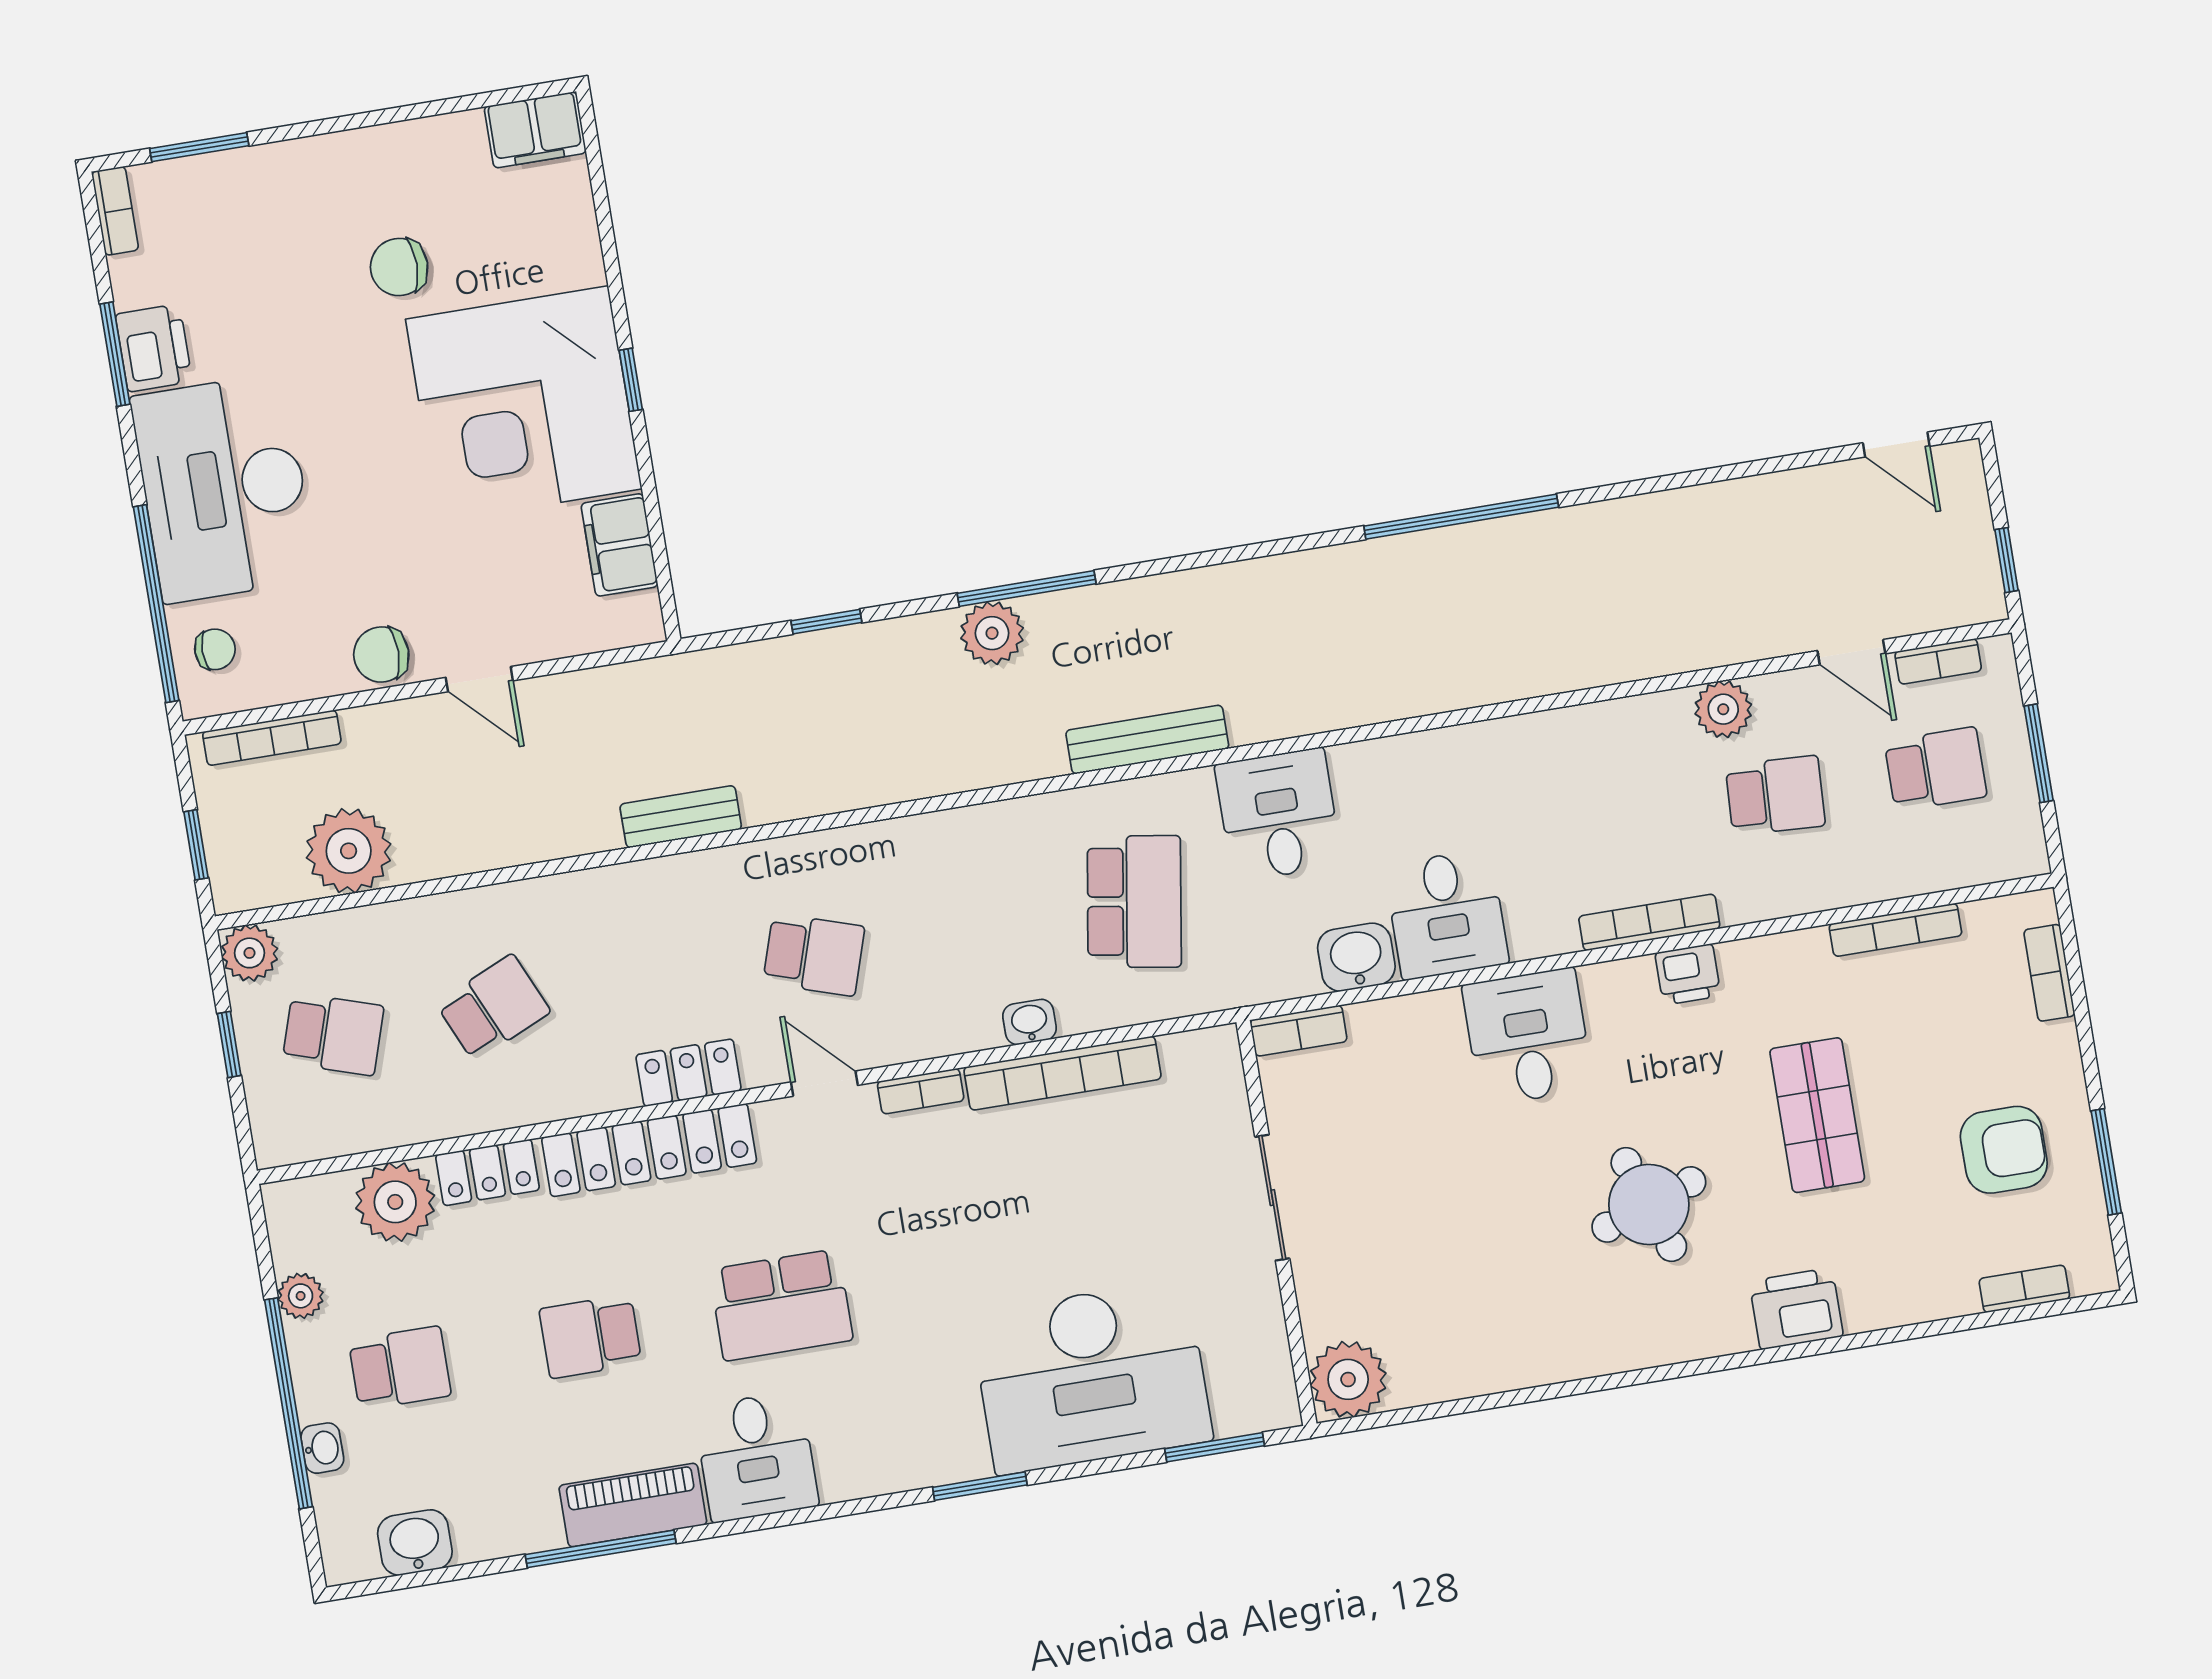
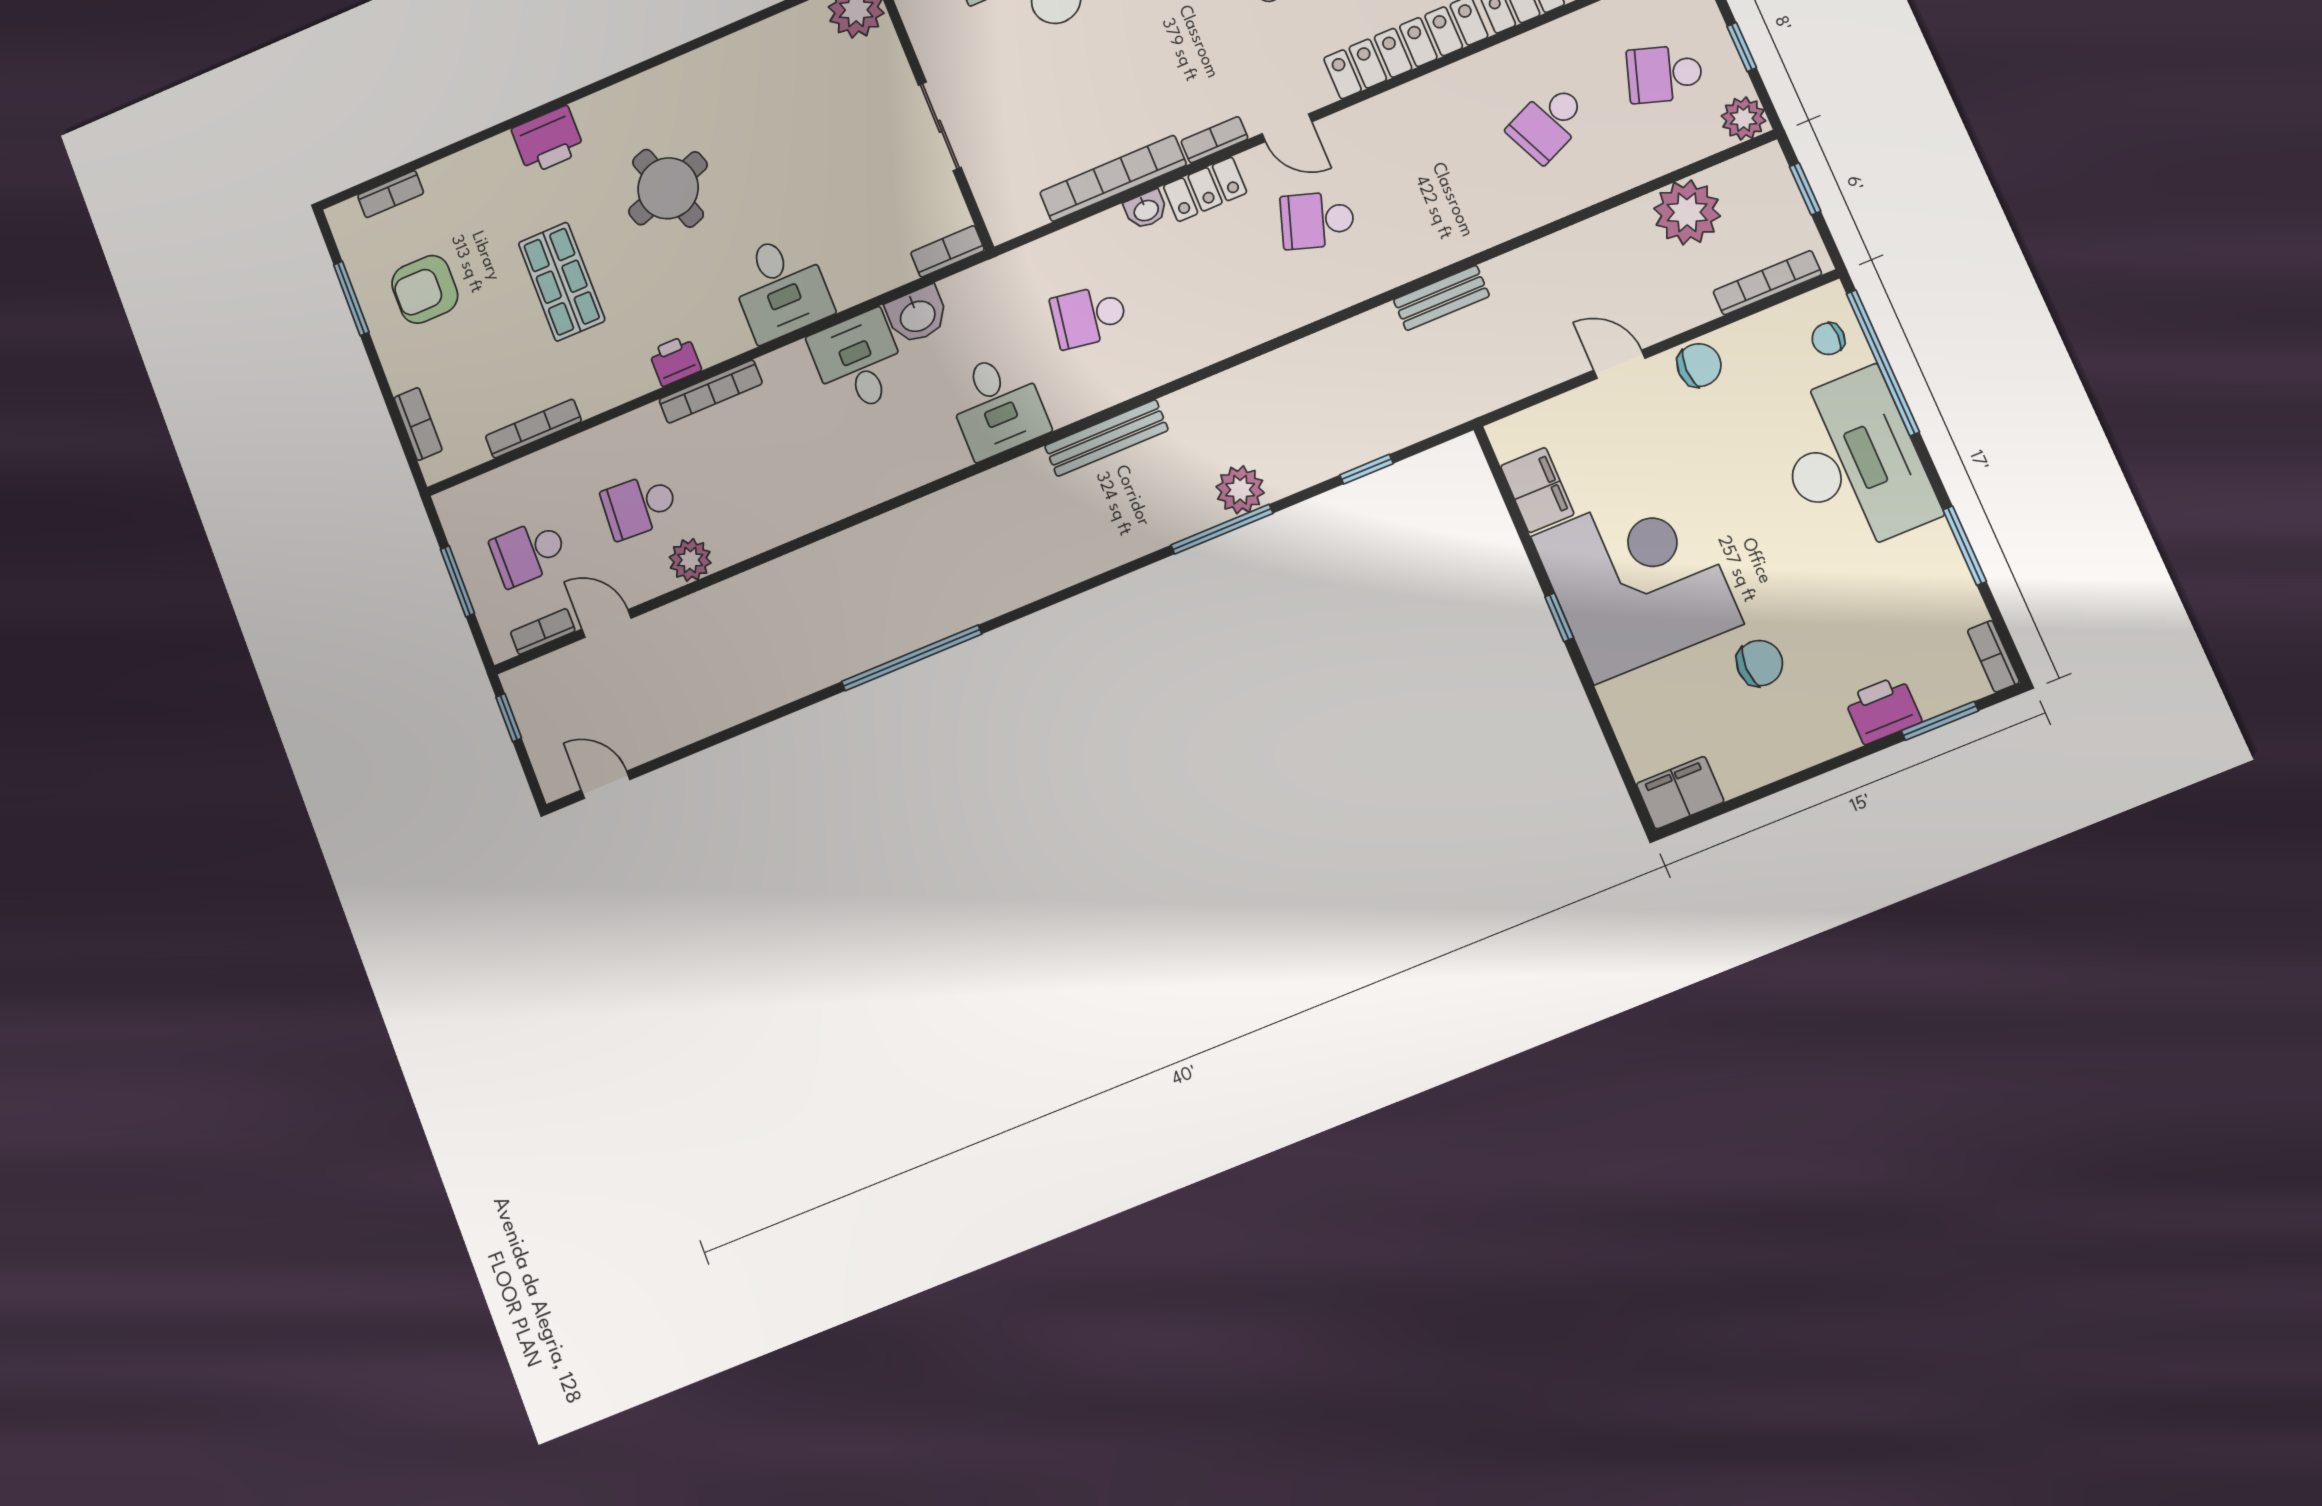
printer: (154, 348) -> (1883, 710), moved, turned 90
school desk: (1134, 902) -> (1089, 316), width x0.54
locker: (689, 1073) -> (1205, 189), moved

